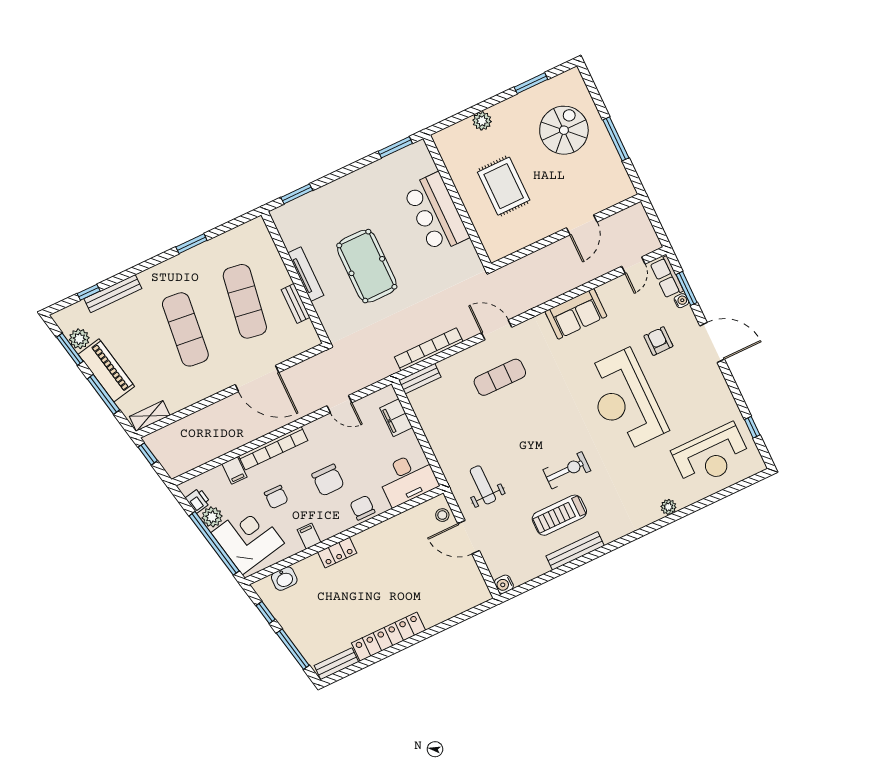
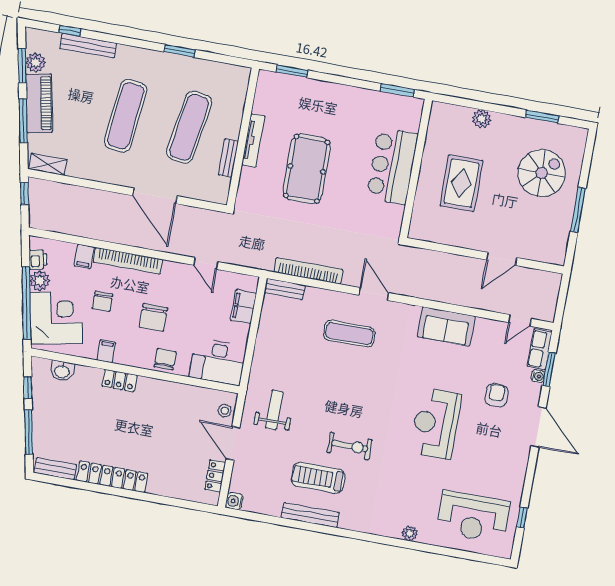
reception desk: (625, 400) -> (436, 423), width x0.74, depth x0.77
locker: (473, 575) -> (215, 476), added

